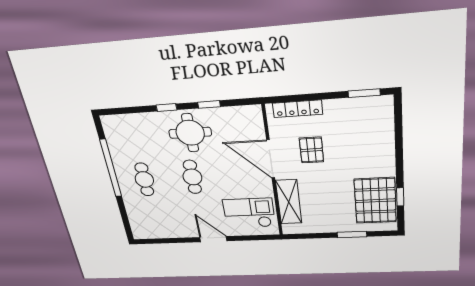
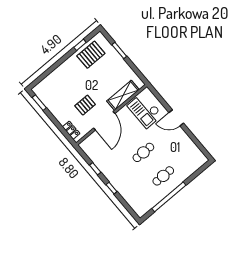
locker: (297, 109) -> (71, 130), width x0.66
round table: (190, 133) -> (118, 169), removed
pallet: (375, 201) -> (91, 55), width x0.73, depth x0.71
door: (213, 239) -> (176, 118), hinge flipped

